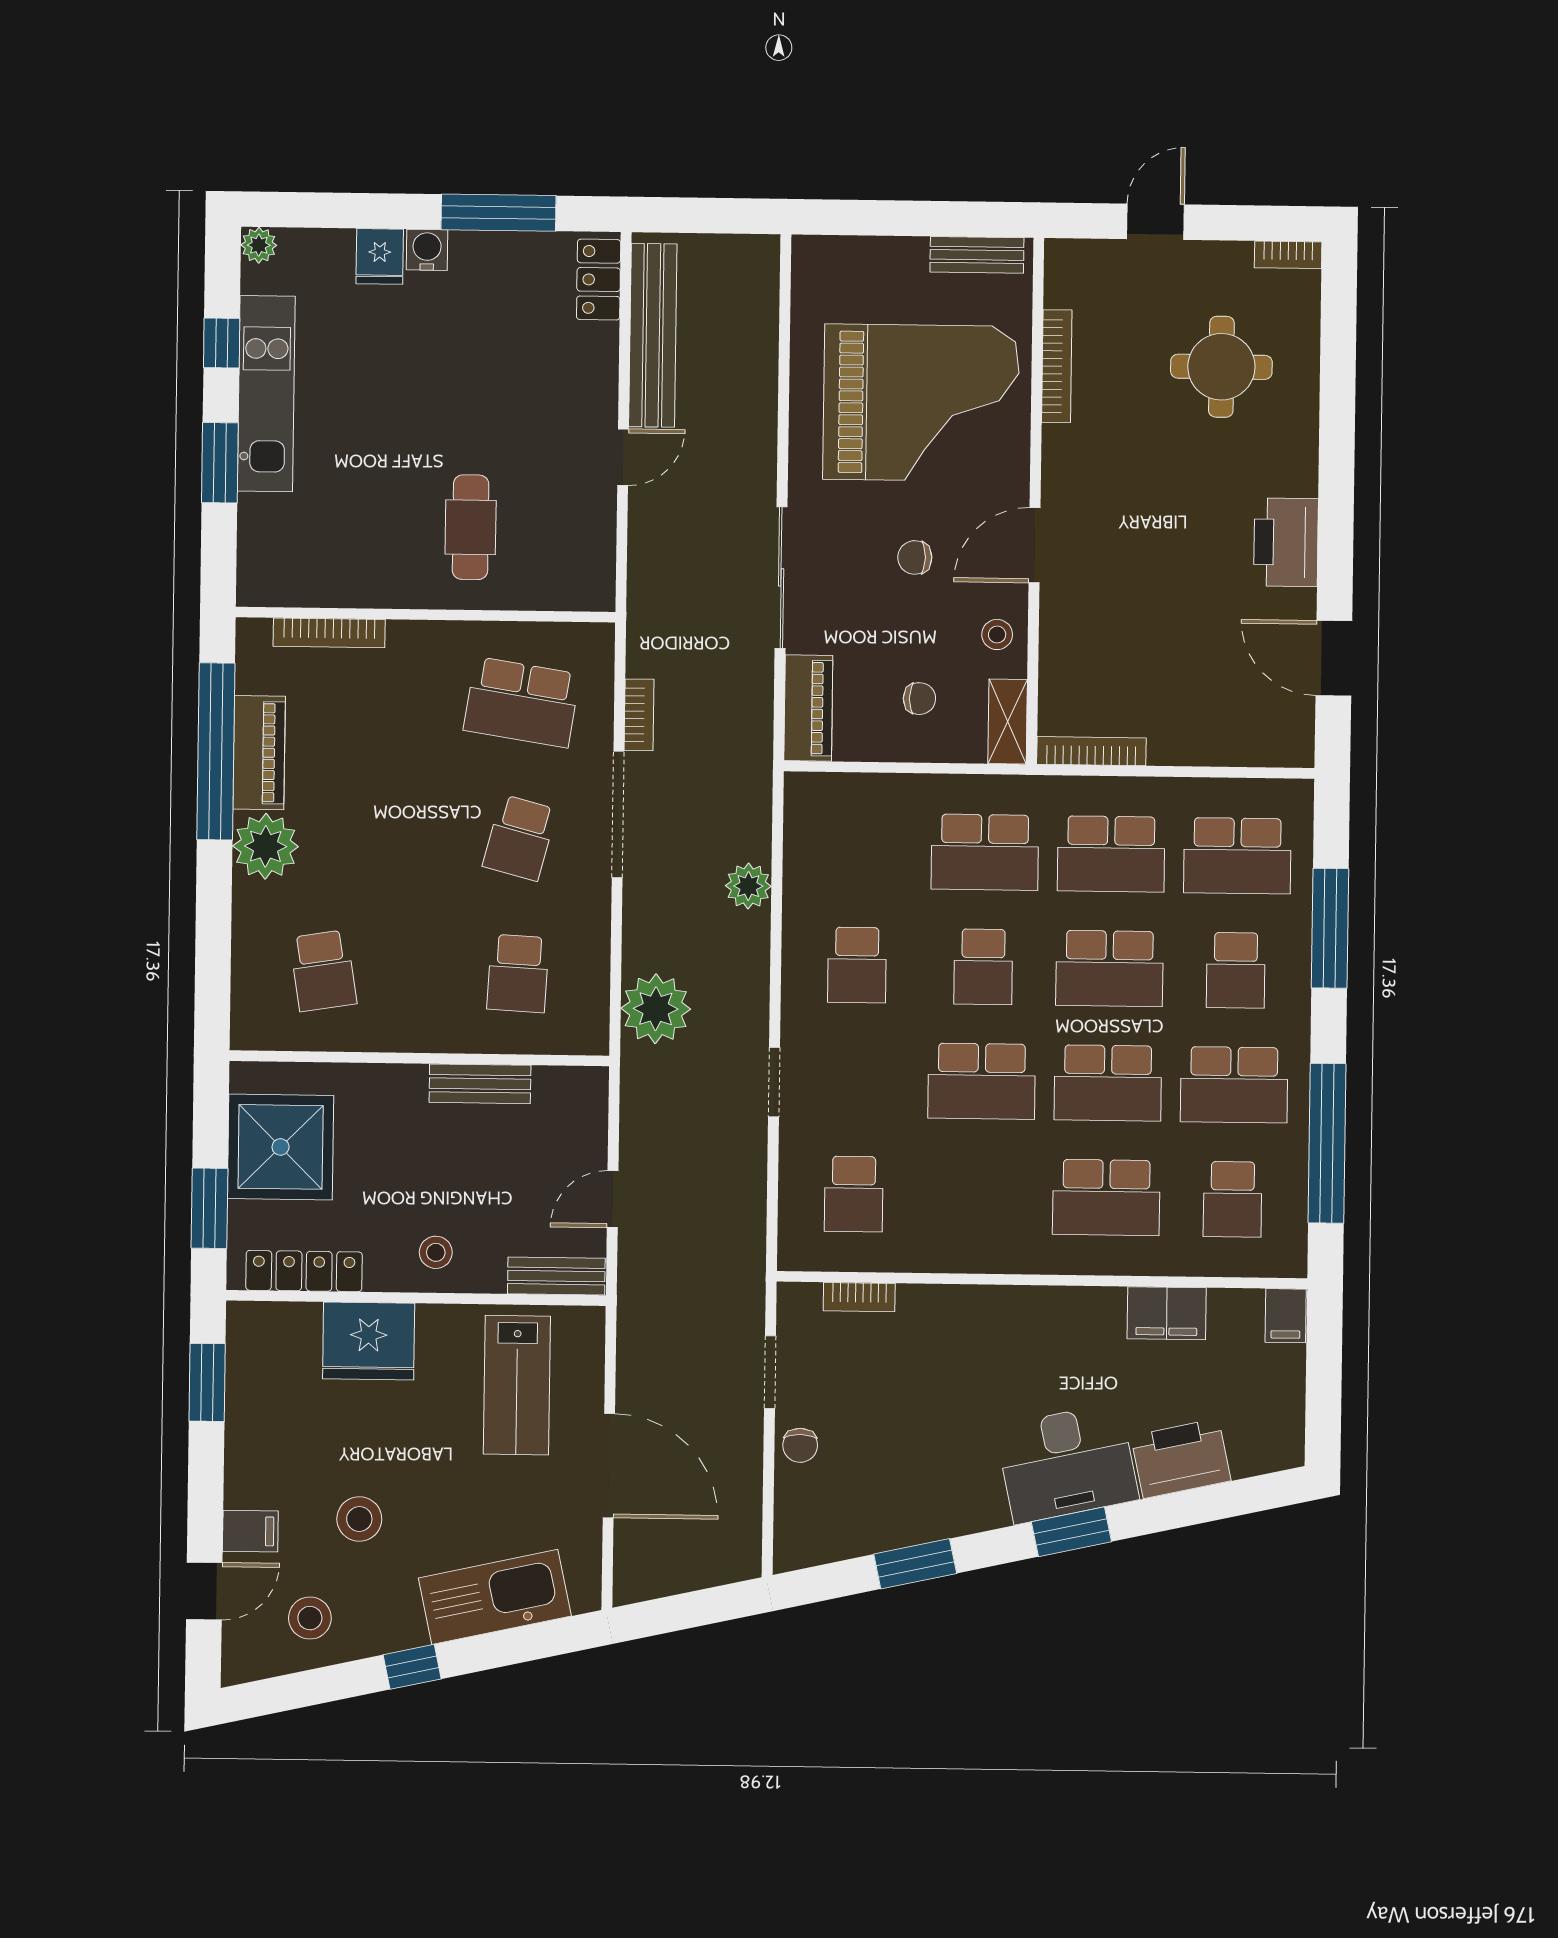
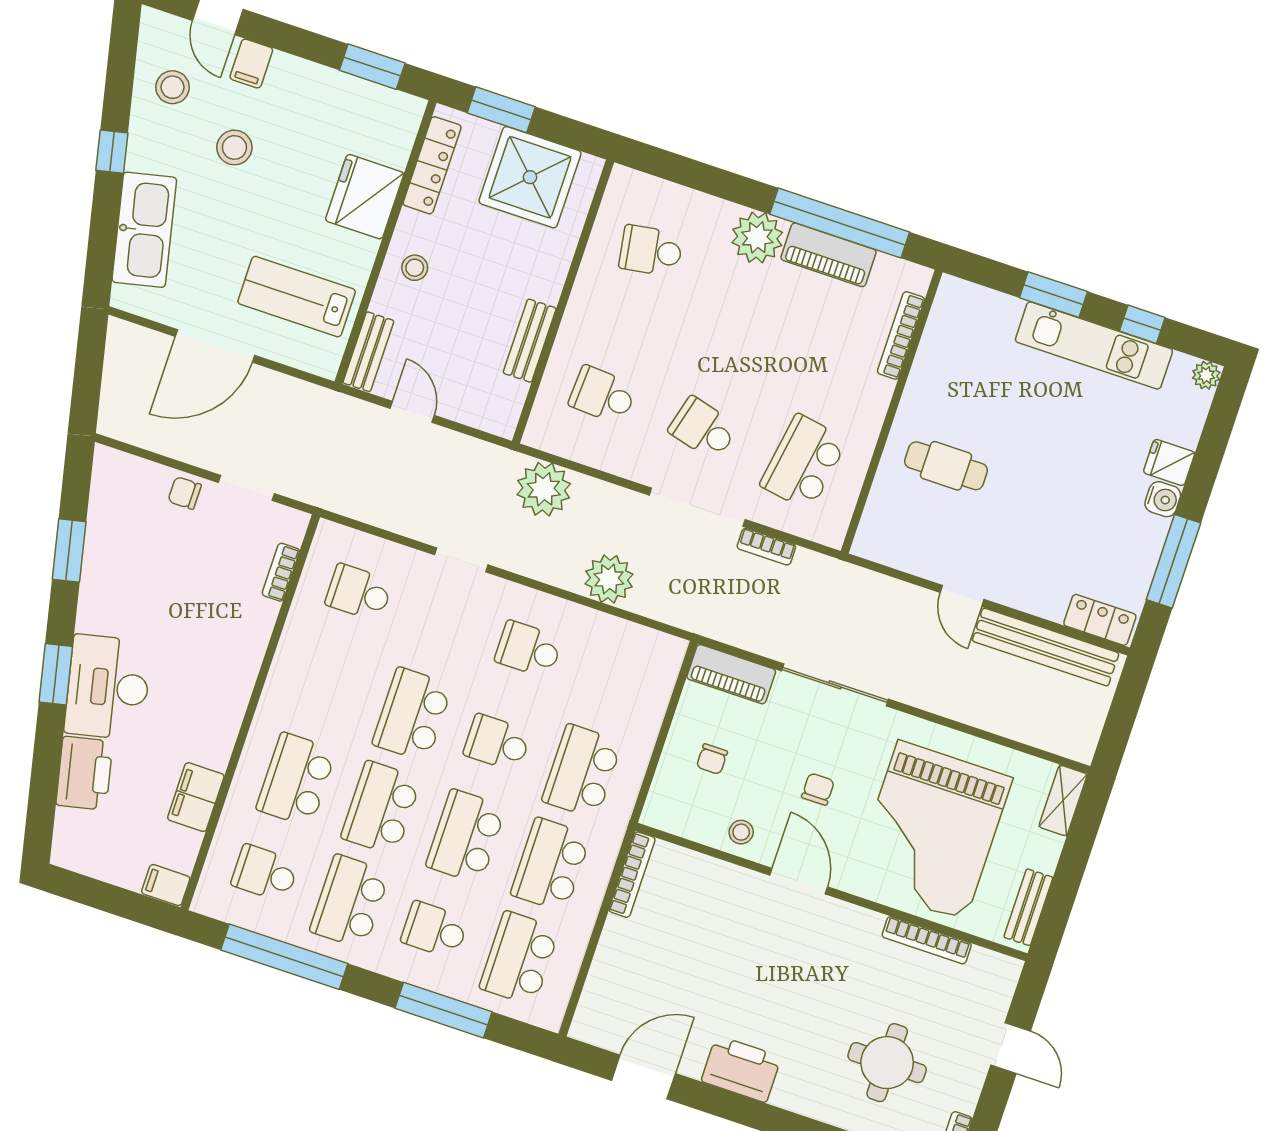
shelving: (1008, 722) -> (1063, 801), moved, turned 90
plant: (748, 886) -> (609, 579), width x1.36, depth x1.36

